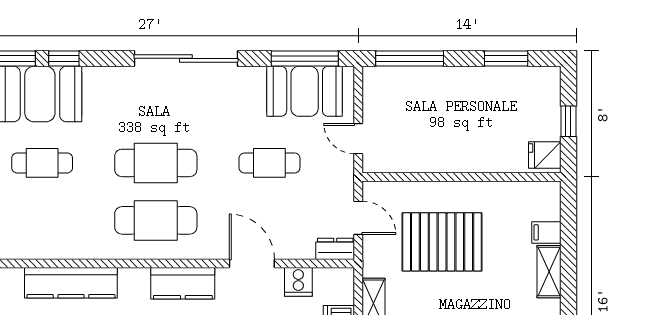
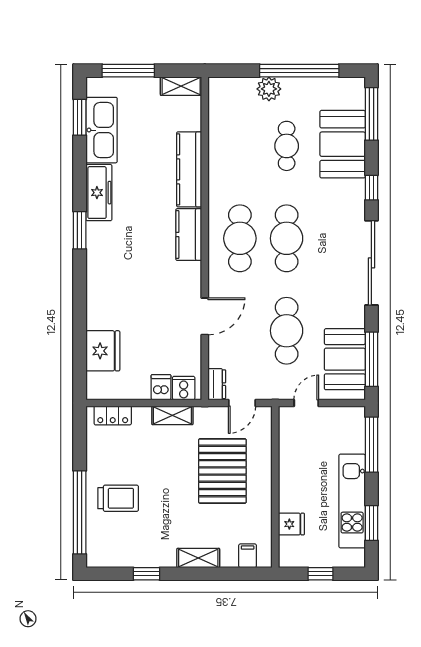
window: (64, 58) -> (371, 188), moved
kitchen unit: (479, 82) -> (352, 501), added
fridge: (545, 155) -> (291, 524), moved, turned 90
cafe table: (269, 163) -> (287, 331), width x1.37, depth x1.35
filing cabinet: (546, 232) -> (248, 556), moved
cooker: (298, 282) -> (184, 388), moved, turned 90
kitchen counter: (183, 283) -> (189, 235), moved

